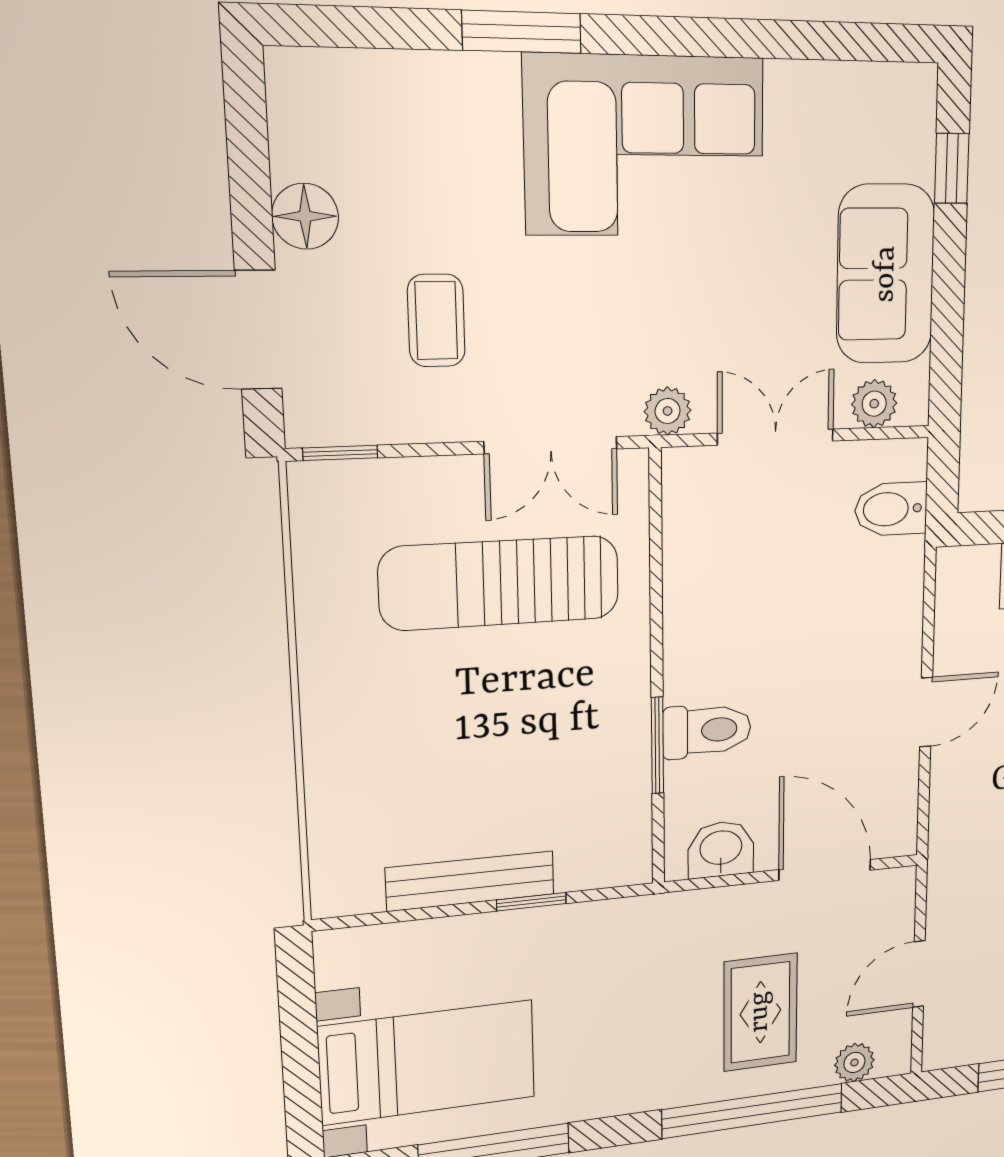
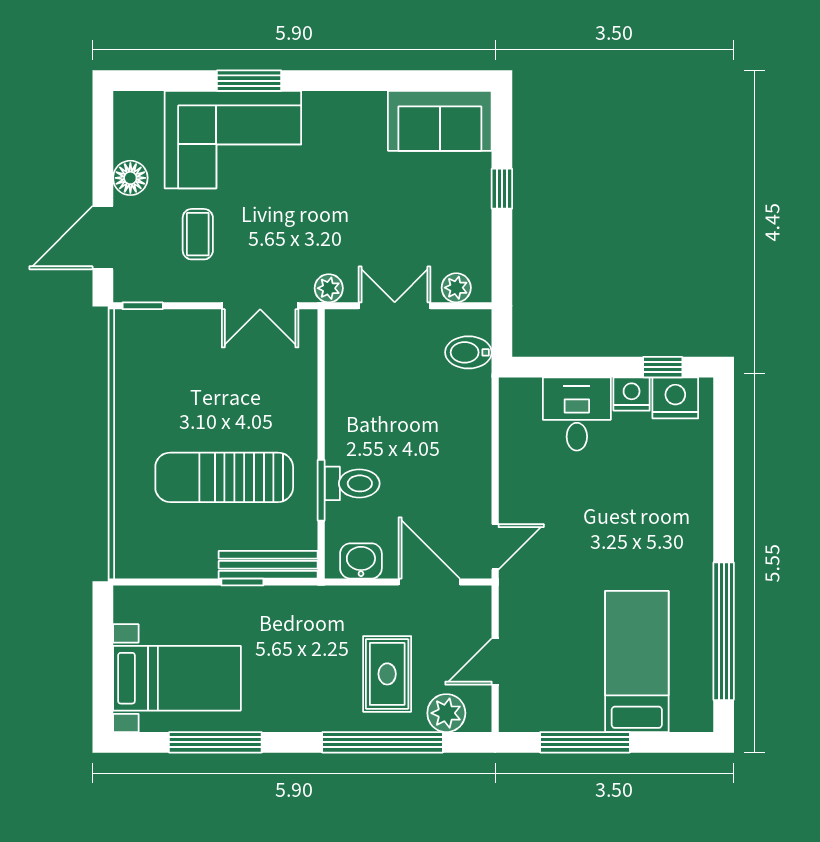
corner sofa: (645, 146) -> (233, 140), moved
window: (952, 168) -> (502, 189), moved
sofa: (886, 274) -> (440, 121), moved, turned -90
door: (258, 330) -> (103, 238), hinge flipped
sun lounger: (500, 583) -> (224, 477), moved
door: (926, 712) -> (495, 547), moved
bench: (470, 881) -> (268, 565), moved
plant: (854, 1062) -> (446, 713), width x1.38, depth x1.38

